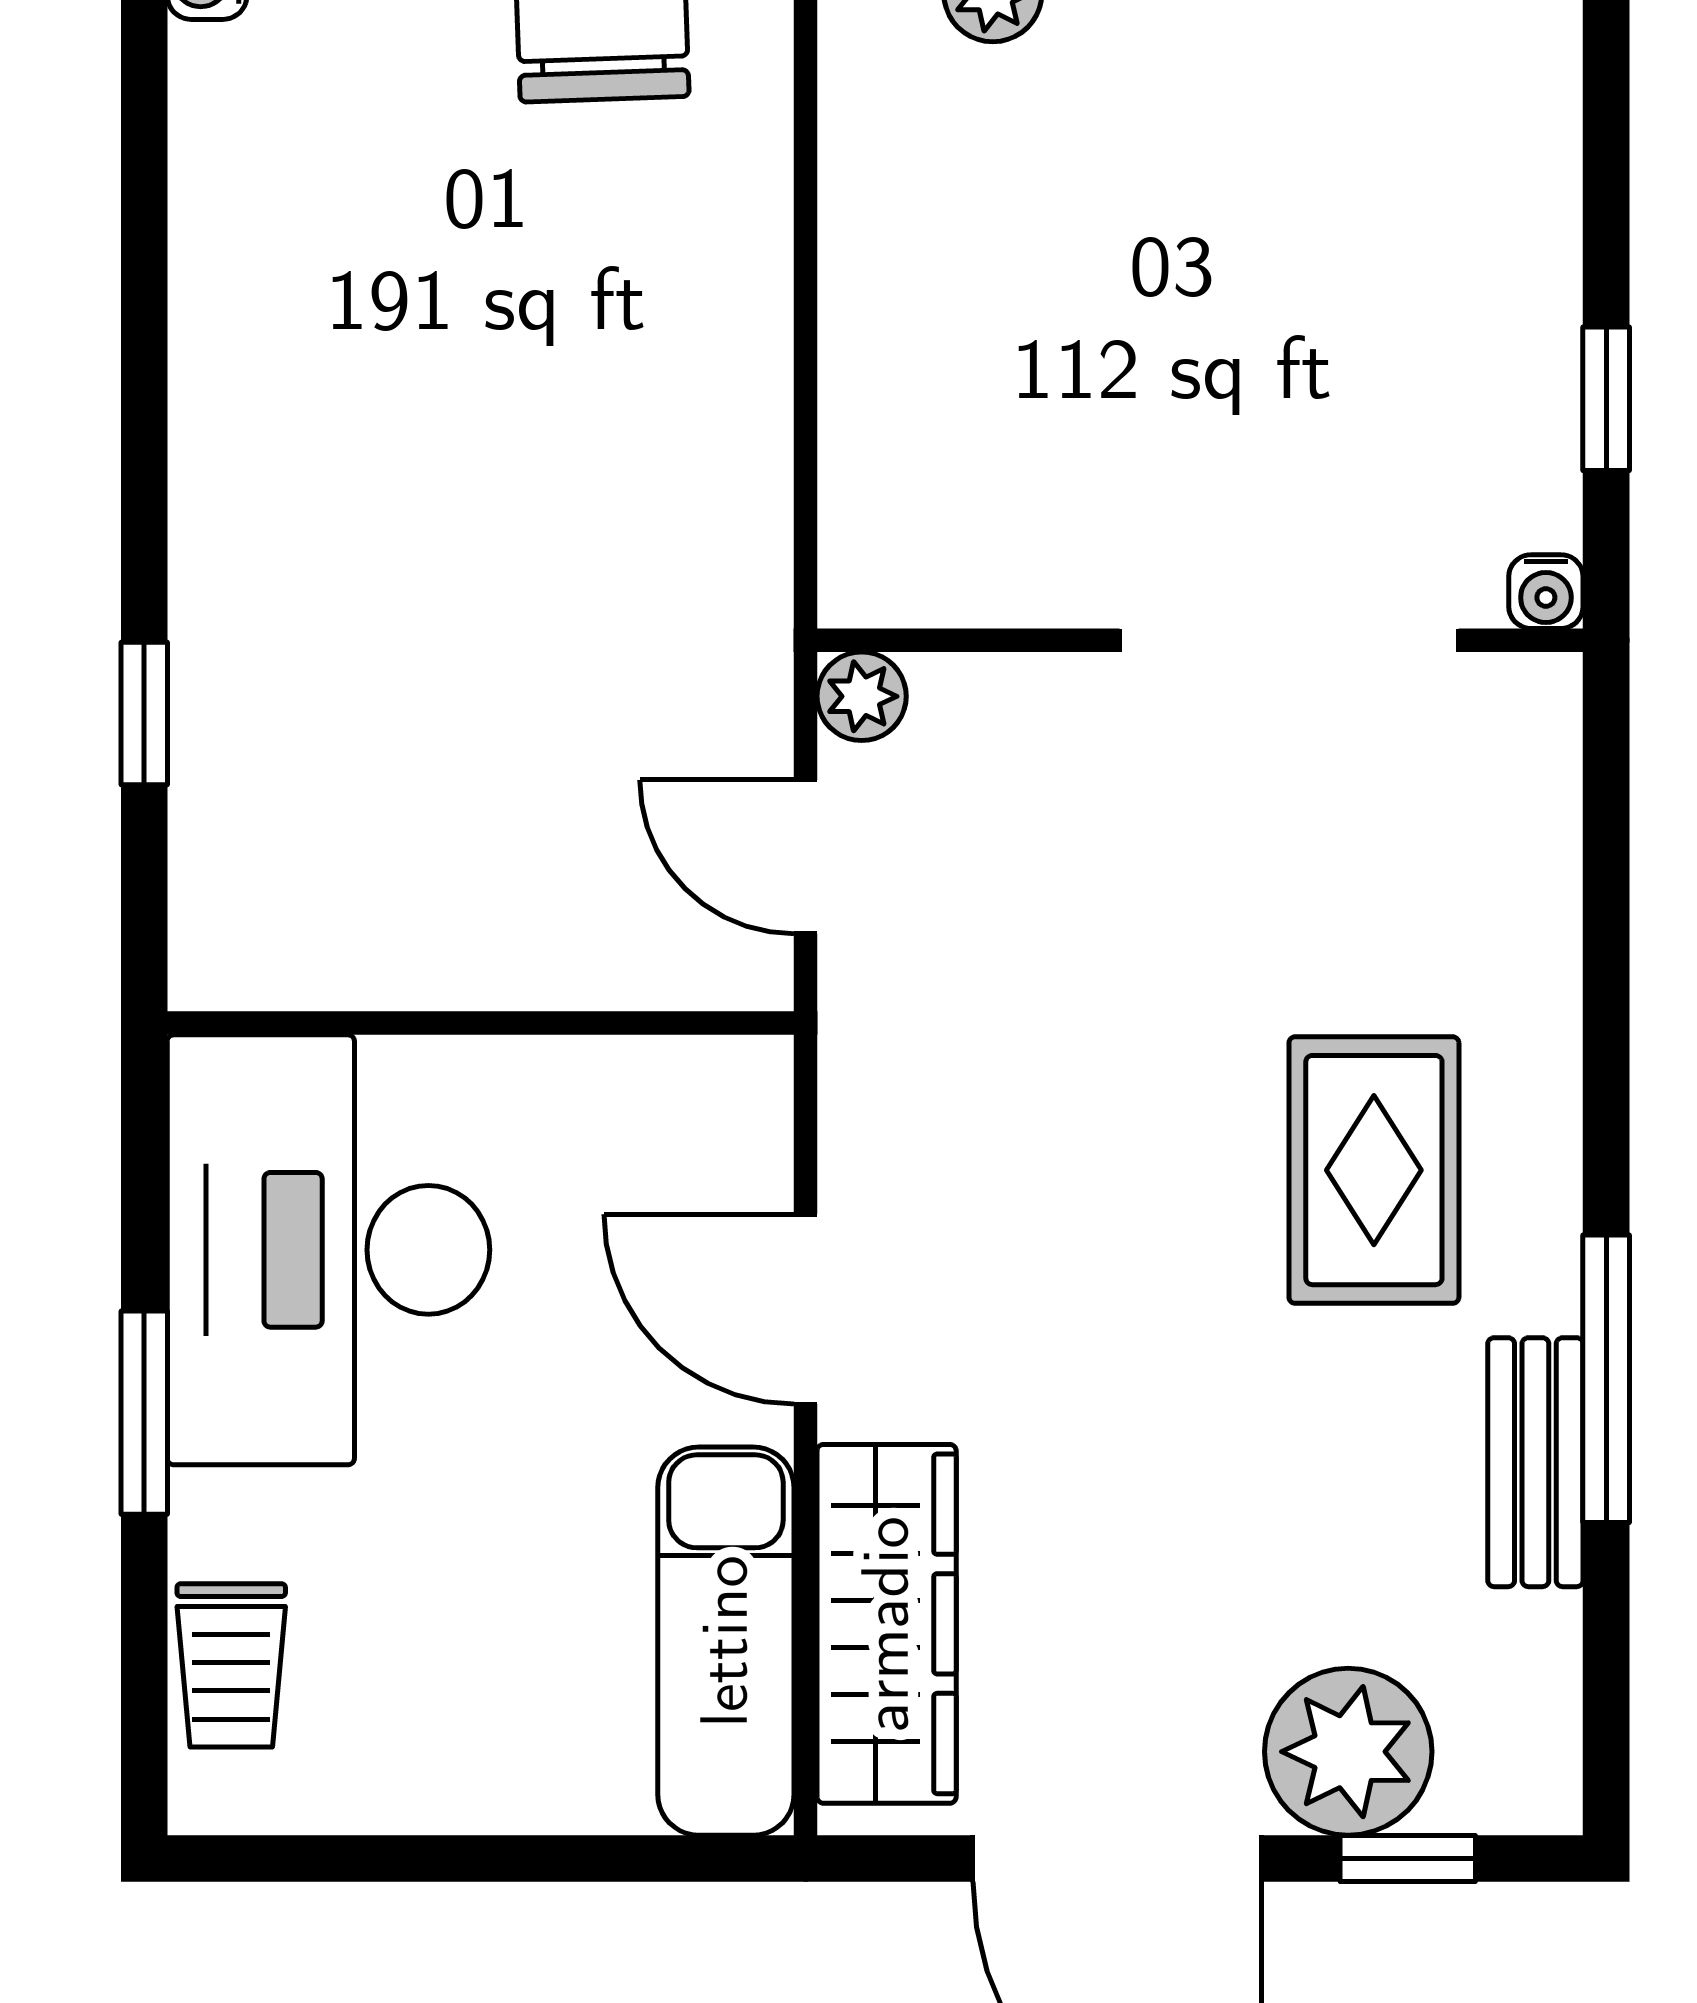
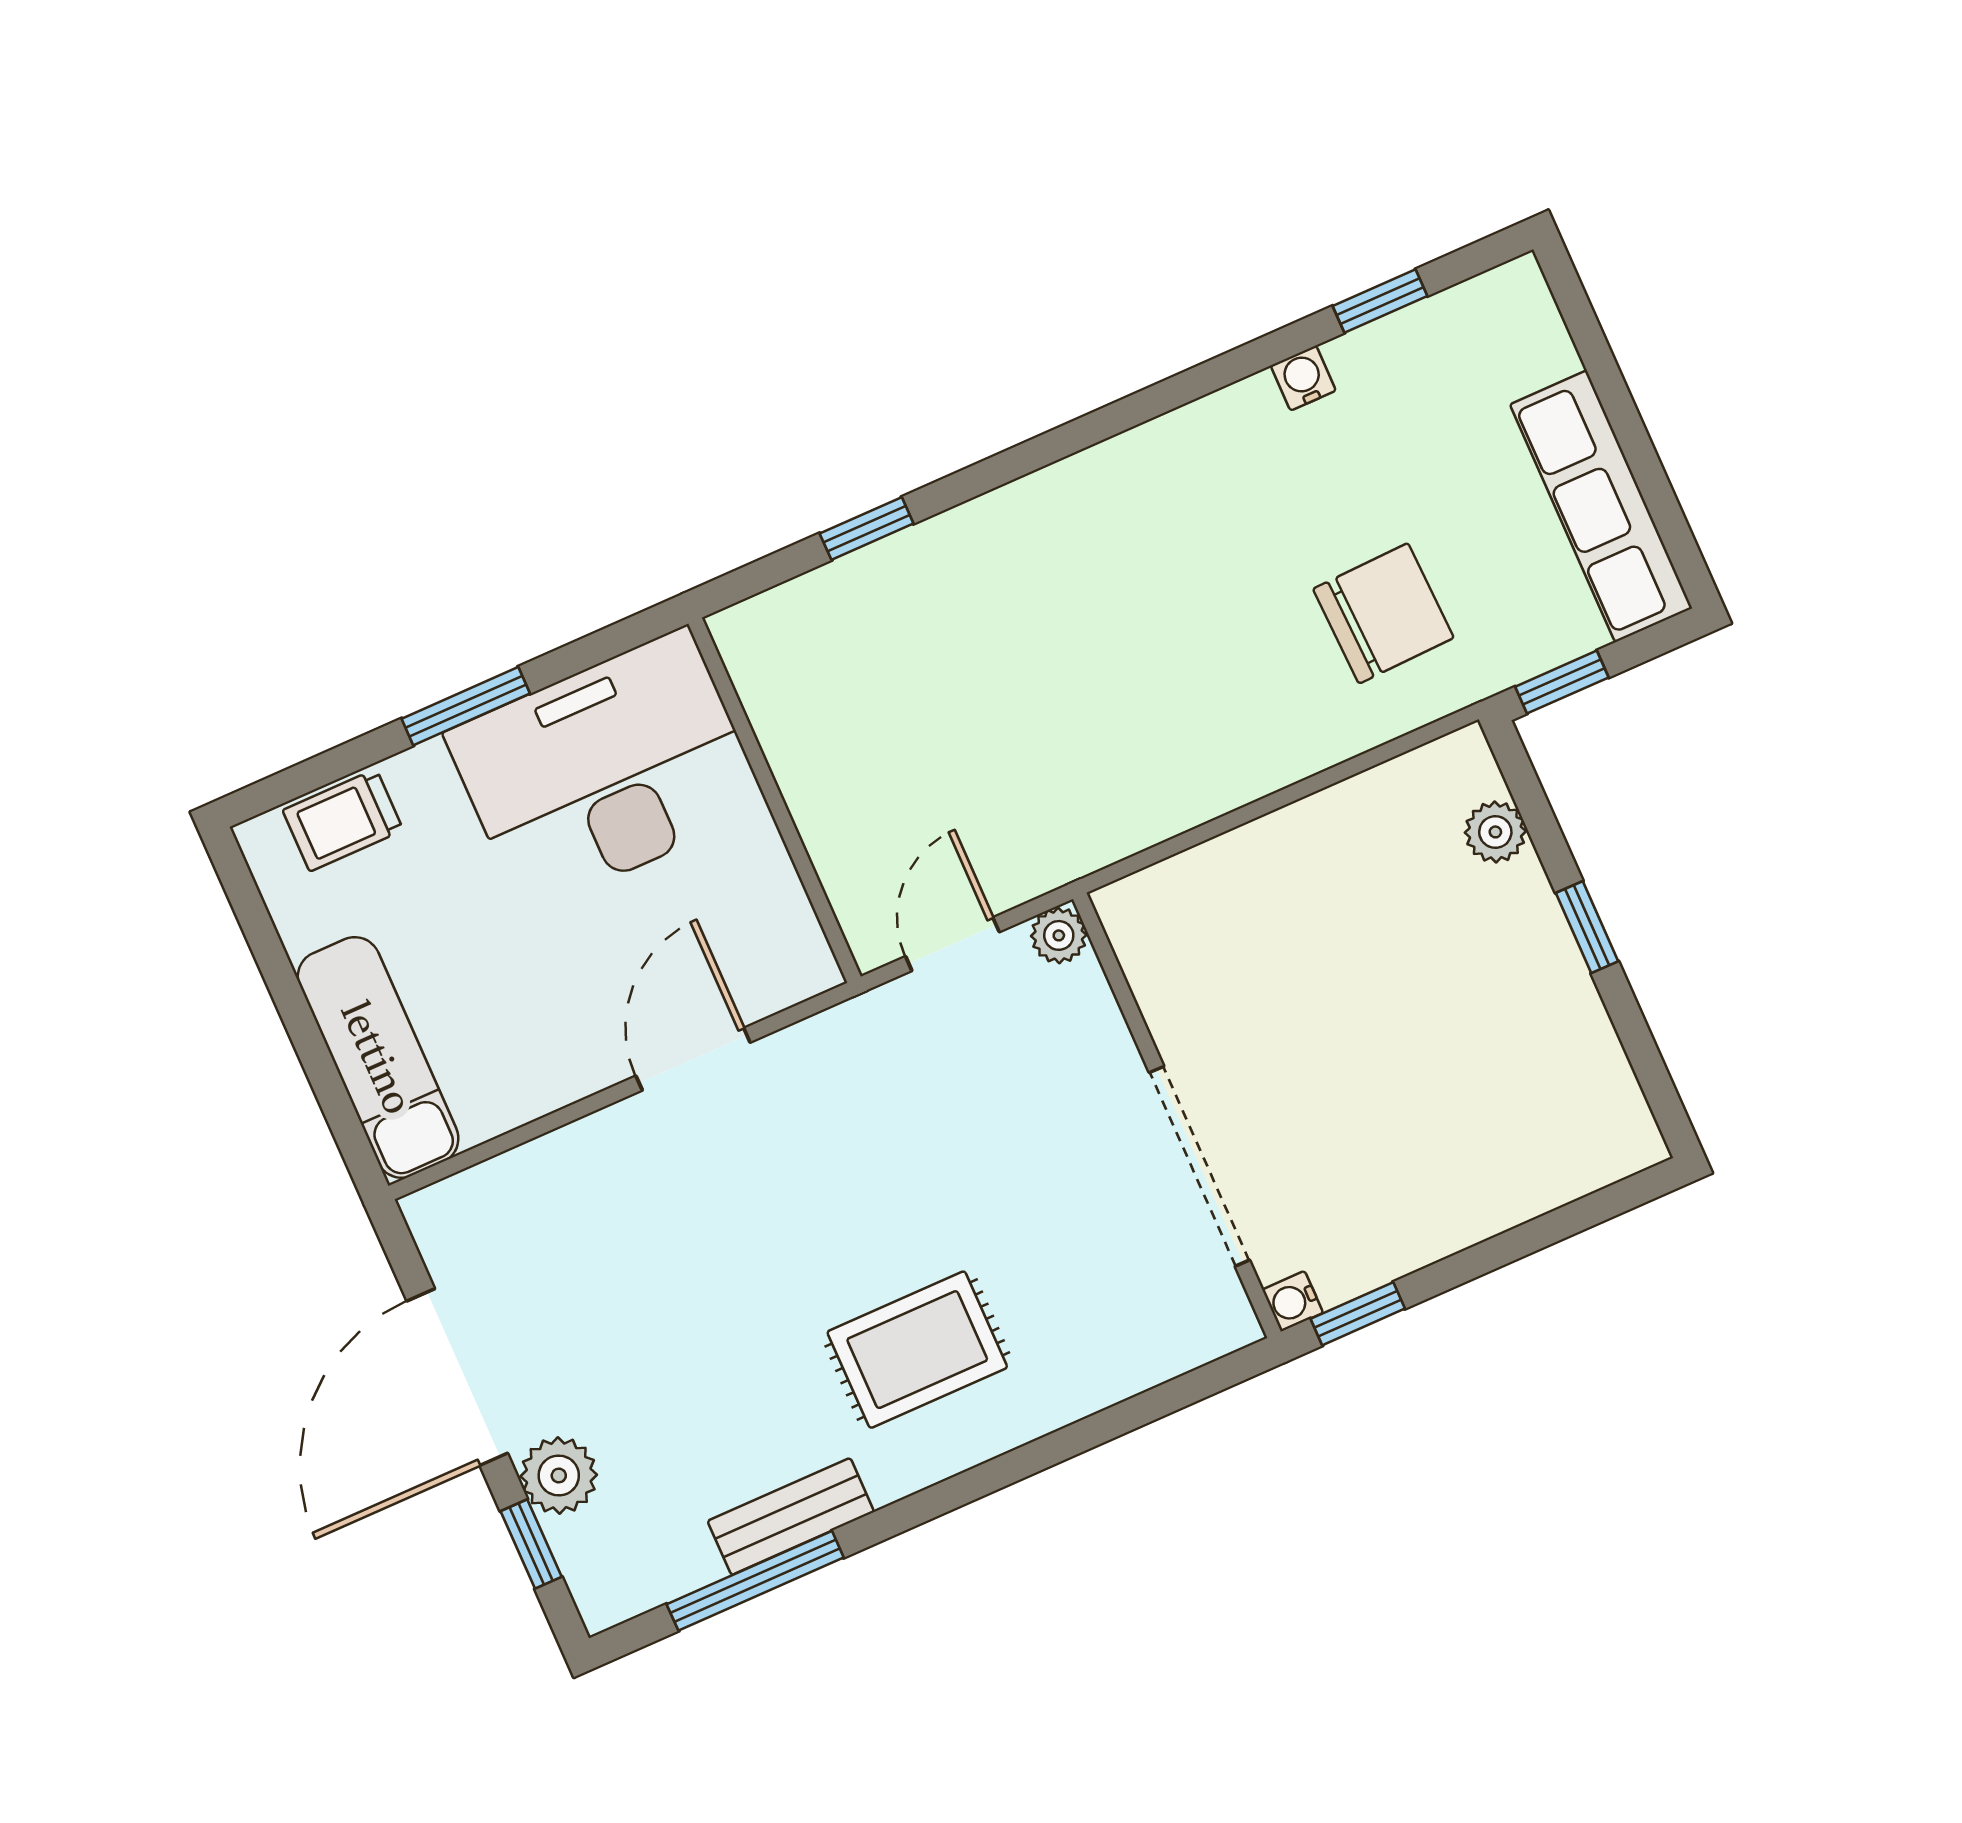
window: (1606, 399) -> (1358, 1314), moved
window: (1606, 1379) -> (755, 1581), moved
wardrobe: (887, 1624) -> (533, 1185), removed
exam couch: (726, 1641) -> (378, 1057), moved, turned 90
plant: (1348, 1752) -> (559, 1476), width x0.73, depth x0.73

